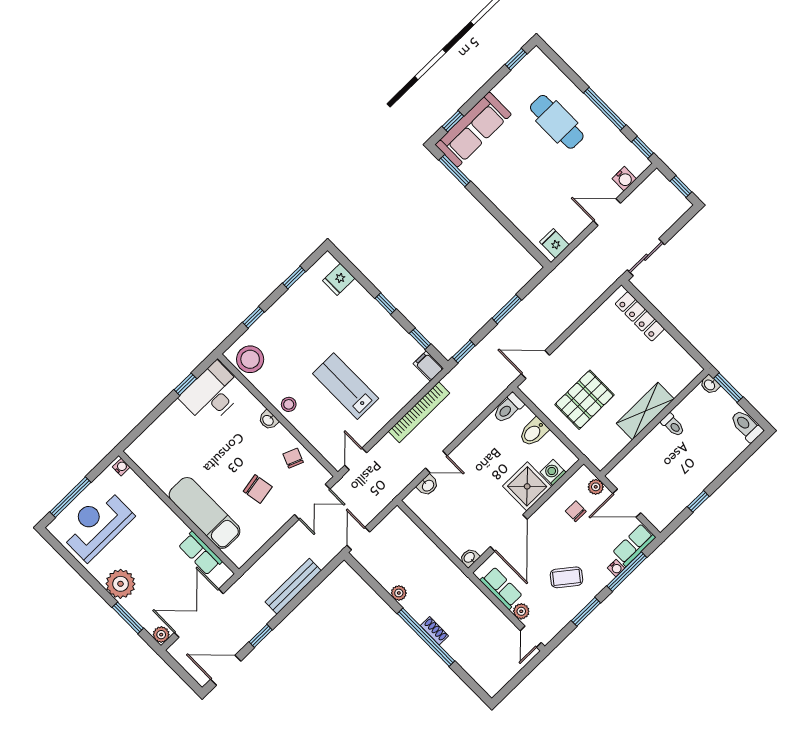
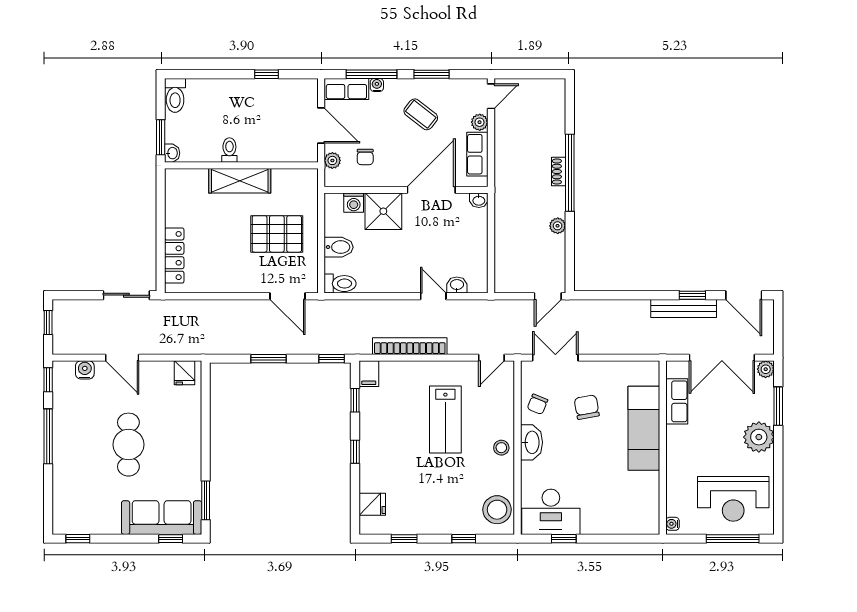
cafe table: (557, 122) -> (128, 445), moved
washbasin: (268, 420) -> (531, 442), width x1.91, depth x1.45
bench: (293, 586) -> (684, 308), moved

